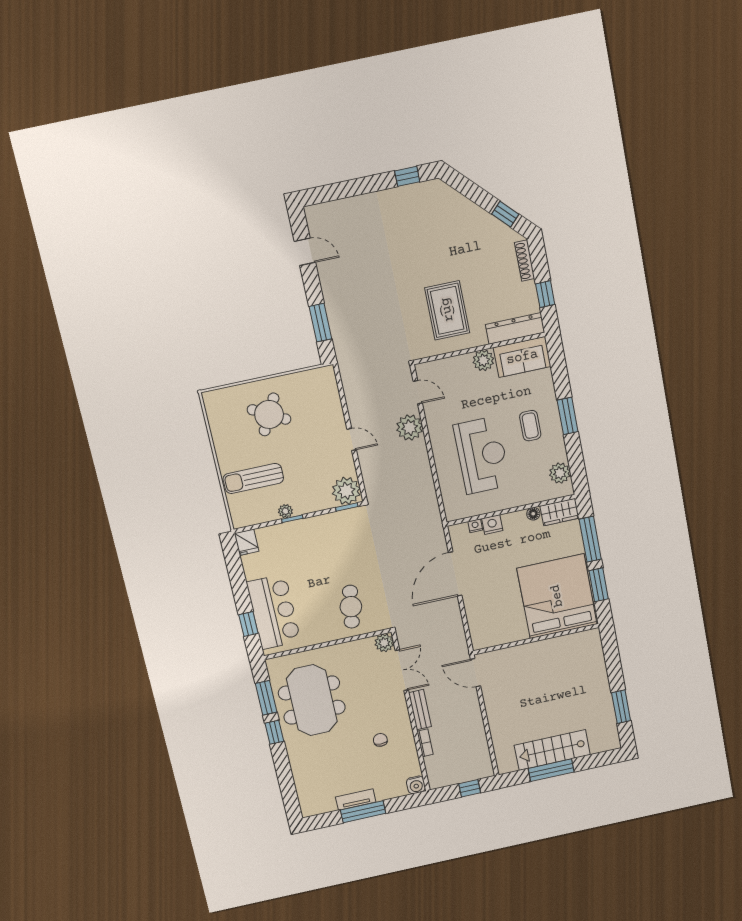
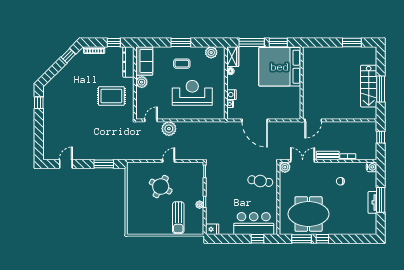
round table: (269, 414) -> (161, 187), moved
plant: (346, 491) -> (196, 170), removed

